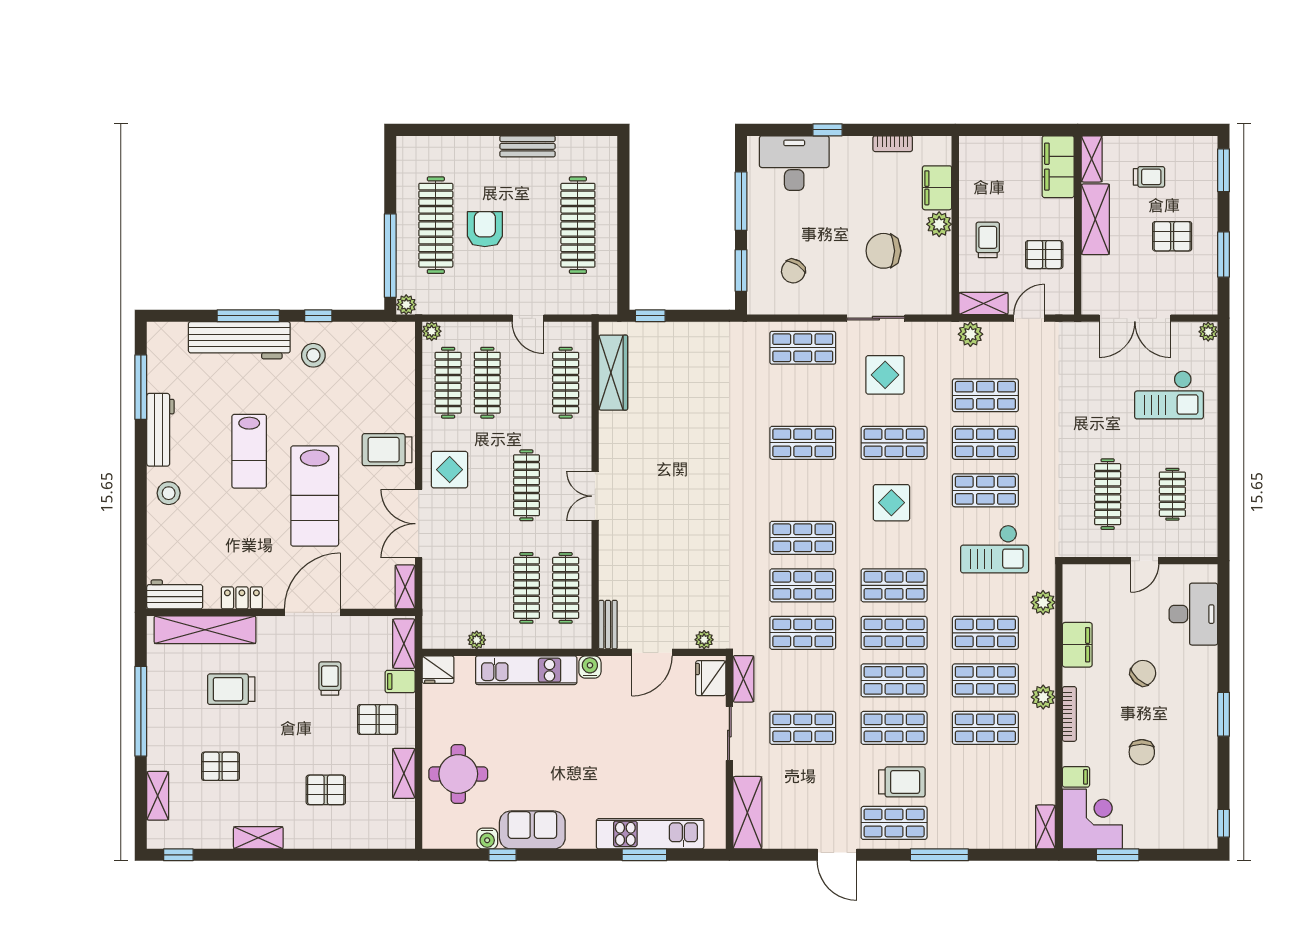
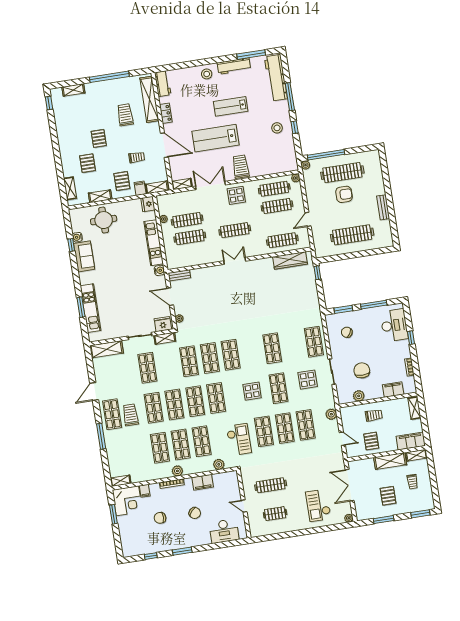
plant: (939, 224) -> (359, 396), moved
shelving: (984, 304) -> (414, 408), moved
workbench: (239, 340) -> (276, 78), moved
checkout: (995, 549) -> (239, 440), turned 180
clothes rail: (566, 588) -> (187, 220), moved
pallet: (221, 766) -> (99, 138), moved
trolley: (902, 782) -> (131, 415), turned 180
window: (1224, 823) -> (151, 556), moved
shelving: (258, 838) -> (70, 188), moved

